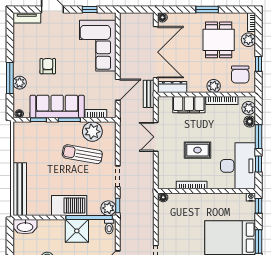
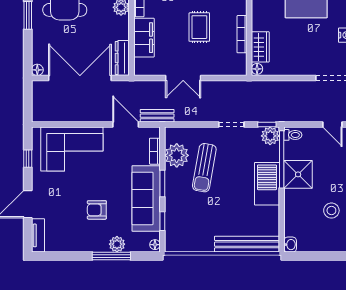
bench: (149, 94) -> (157, 116), moved
wardrobe: (181, 200) -> (260, 47), added
washbasin: (25, 227) -> (290, 245), width x0.52, depth x0.69

